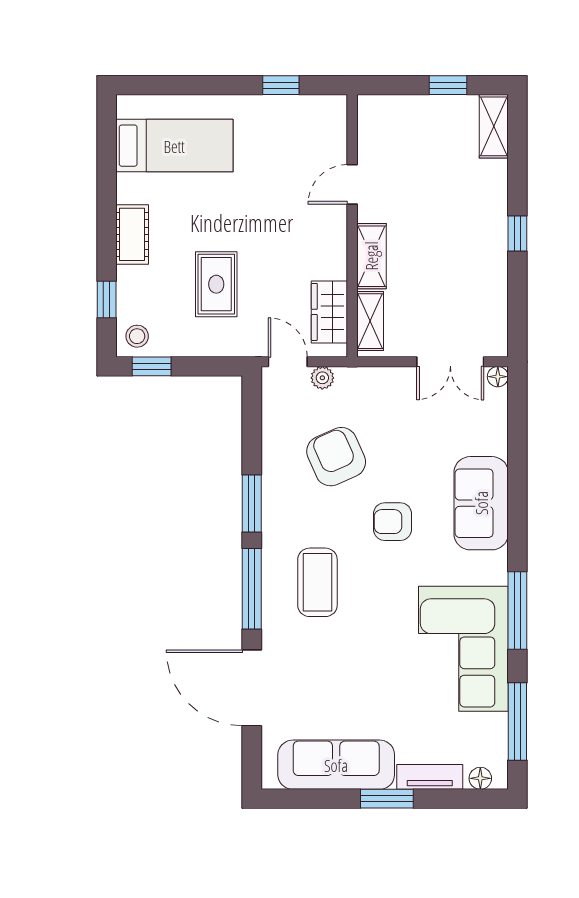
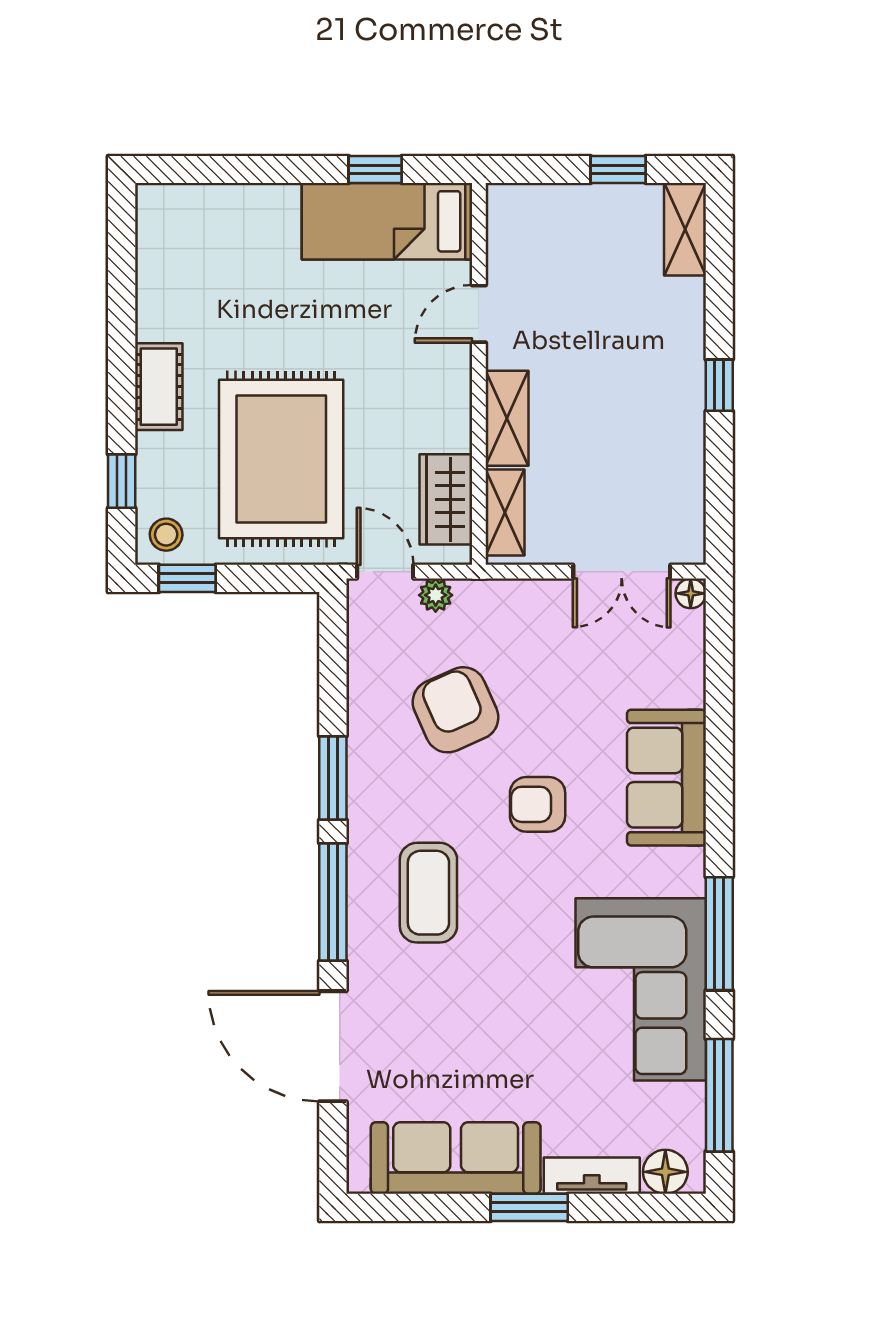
bed: (174, 146) -> (387, 221), moved, turned 180
rug: (216, 284) -> (281, 459), width x1.86, depth x2.06
floor lamp: (480, 778) -> (665, 1172), width x1.37, depth x1.37

